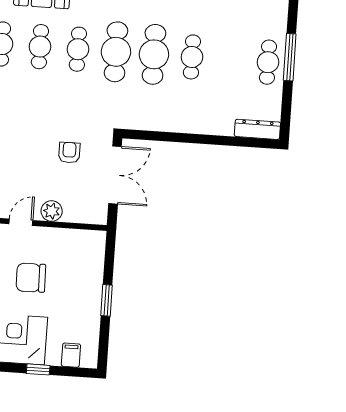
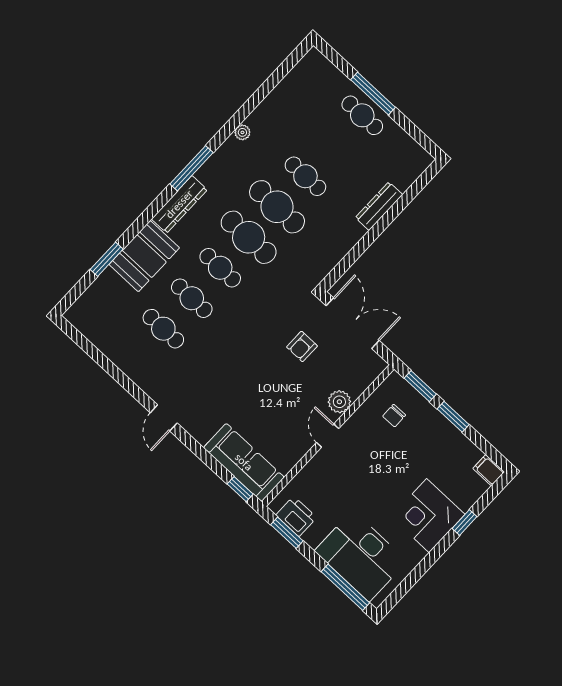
dresser: (257, 129) -> (379, 206), moved
armchair: (69, 153) -> (302, 346), turned -90
window: (109, 259) -> (420, 386), added
chair: (31, 278) -> (394, 416), moved, width x0.54, depth x0.54
filing cabinet: (71, 355) -> (489, 470), moved

